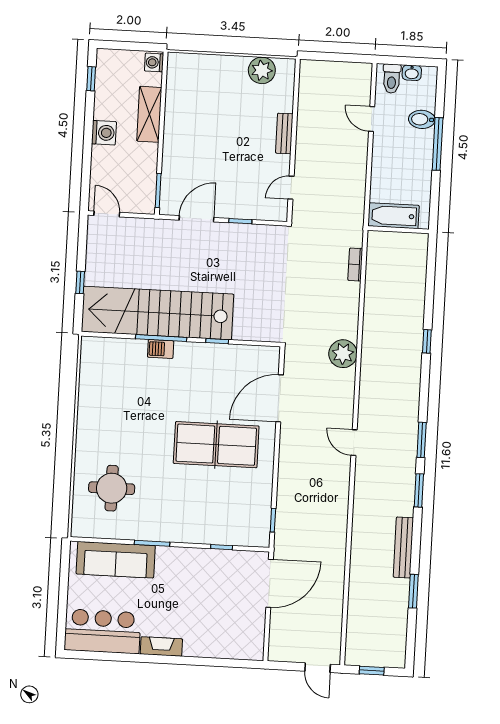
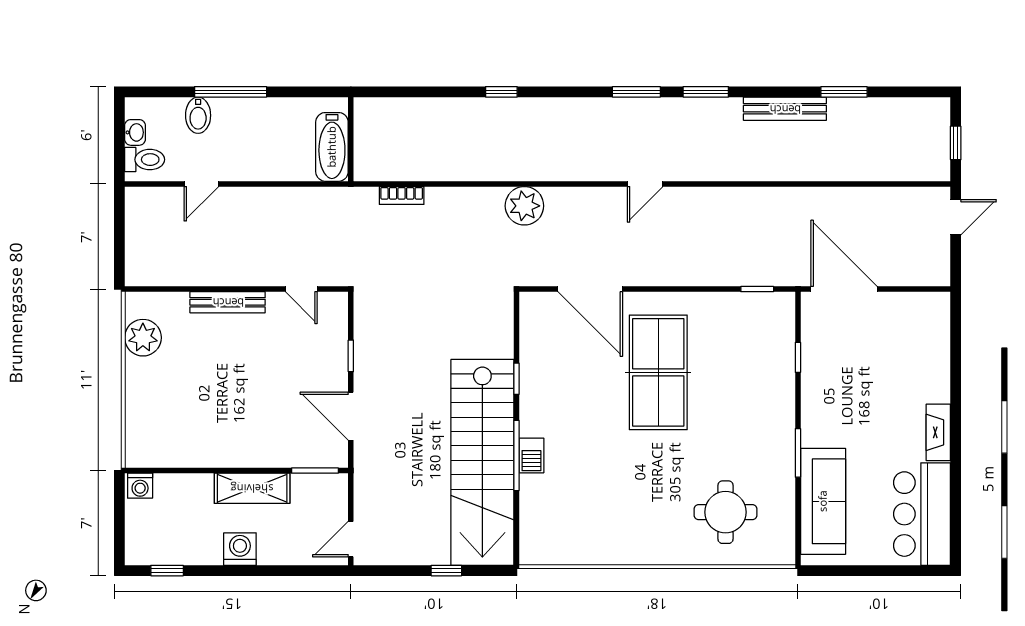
shelving: (149, 114) -> (252, 488), moved
bench: (284, 133) -> (228, 302), width x1.36

